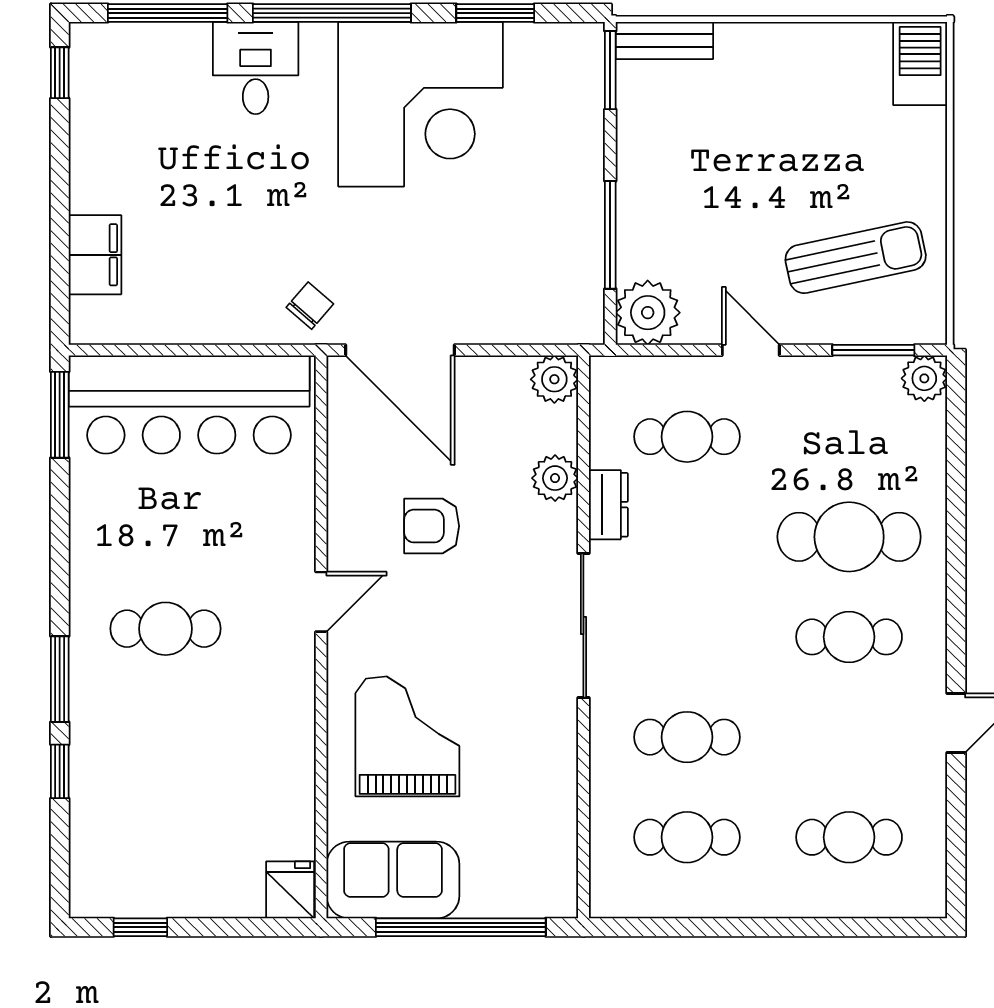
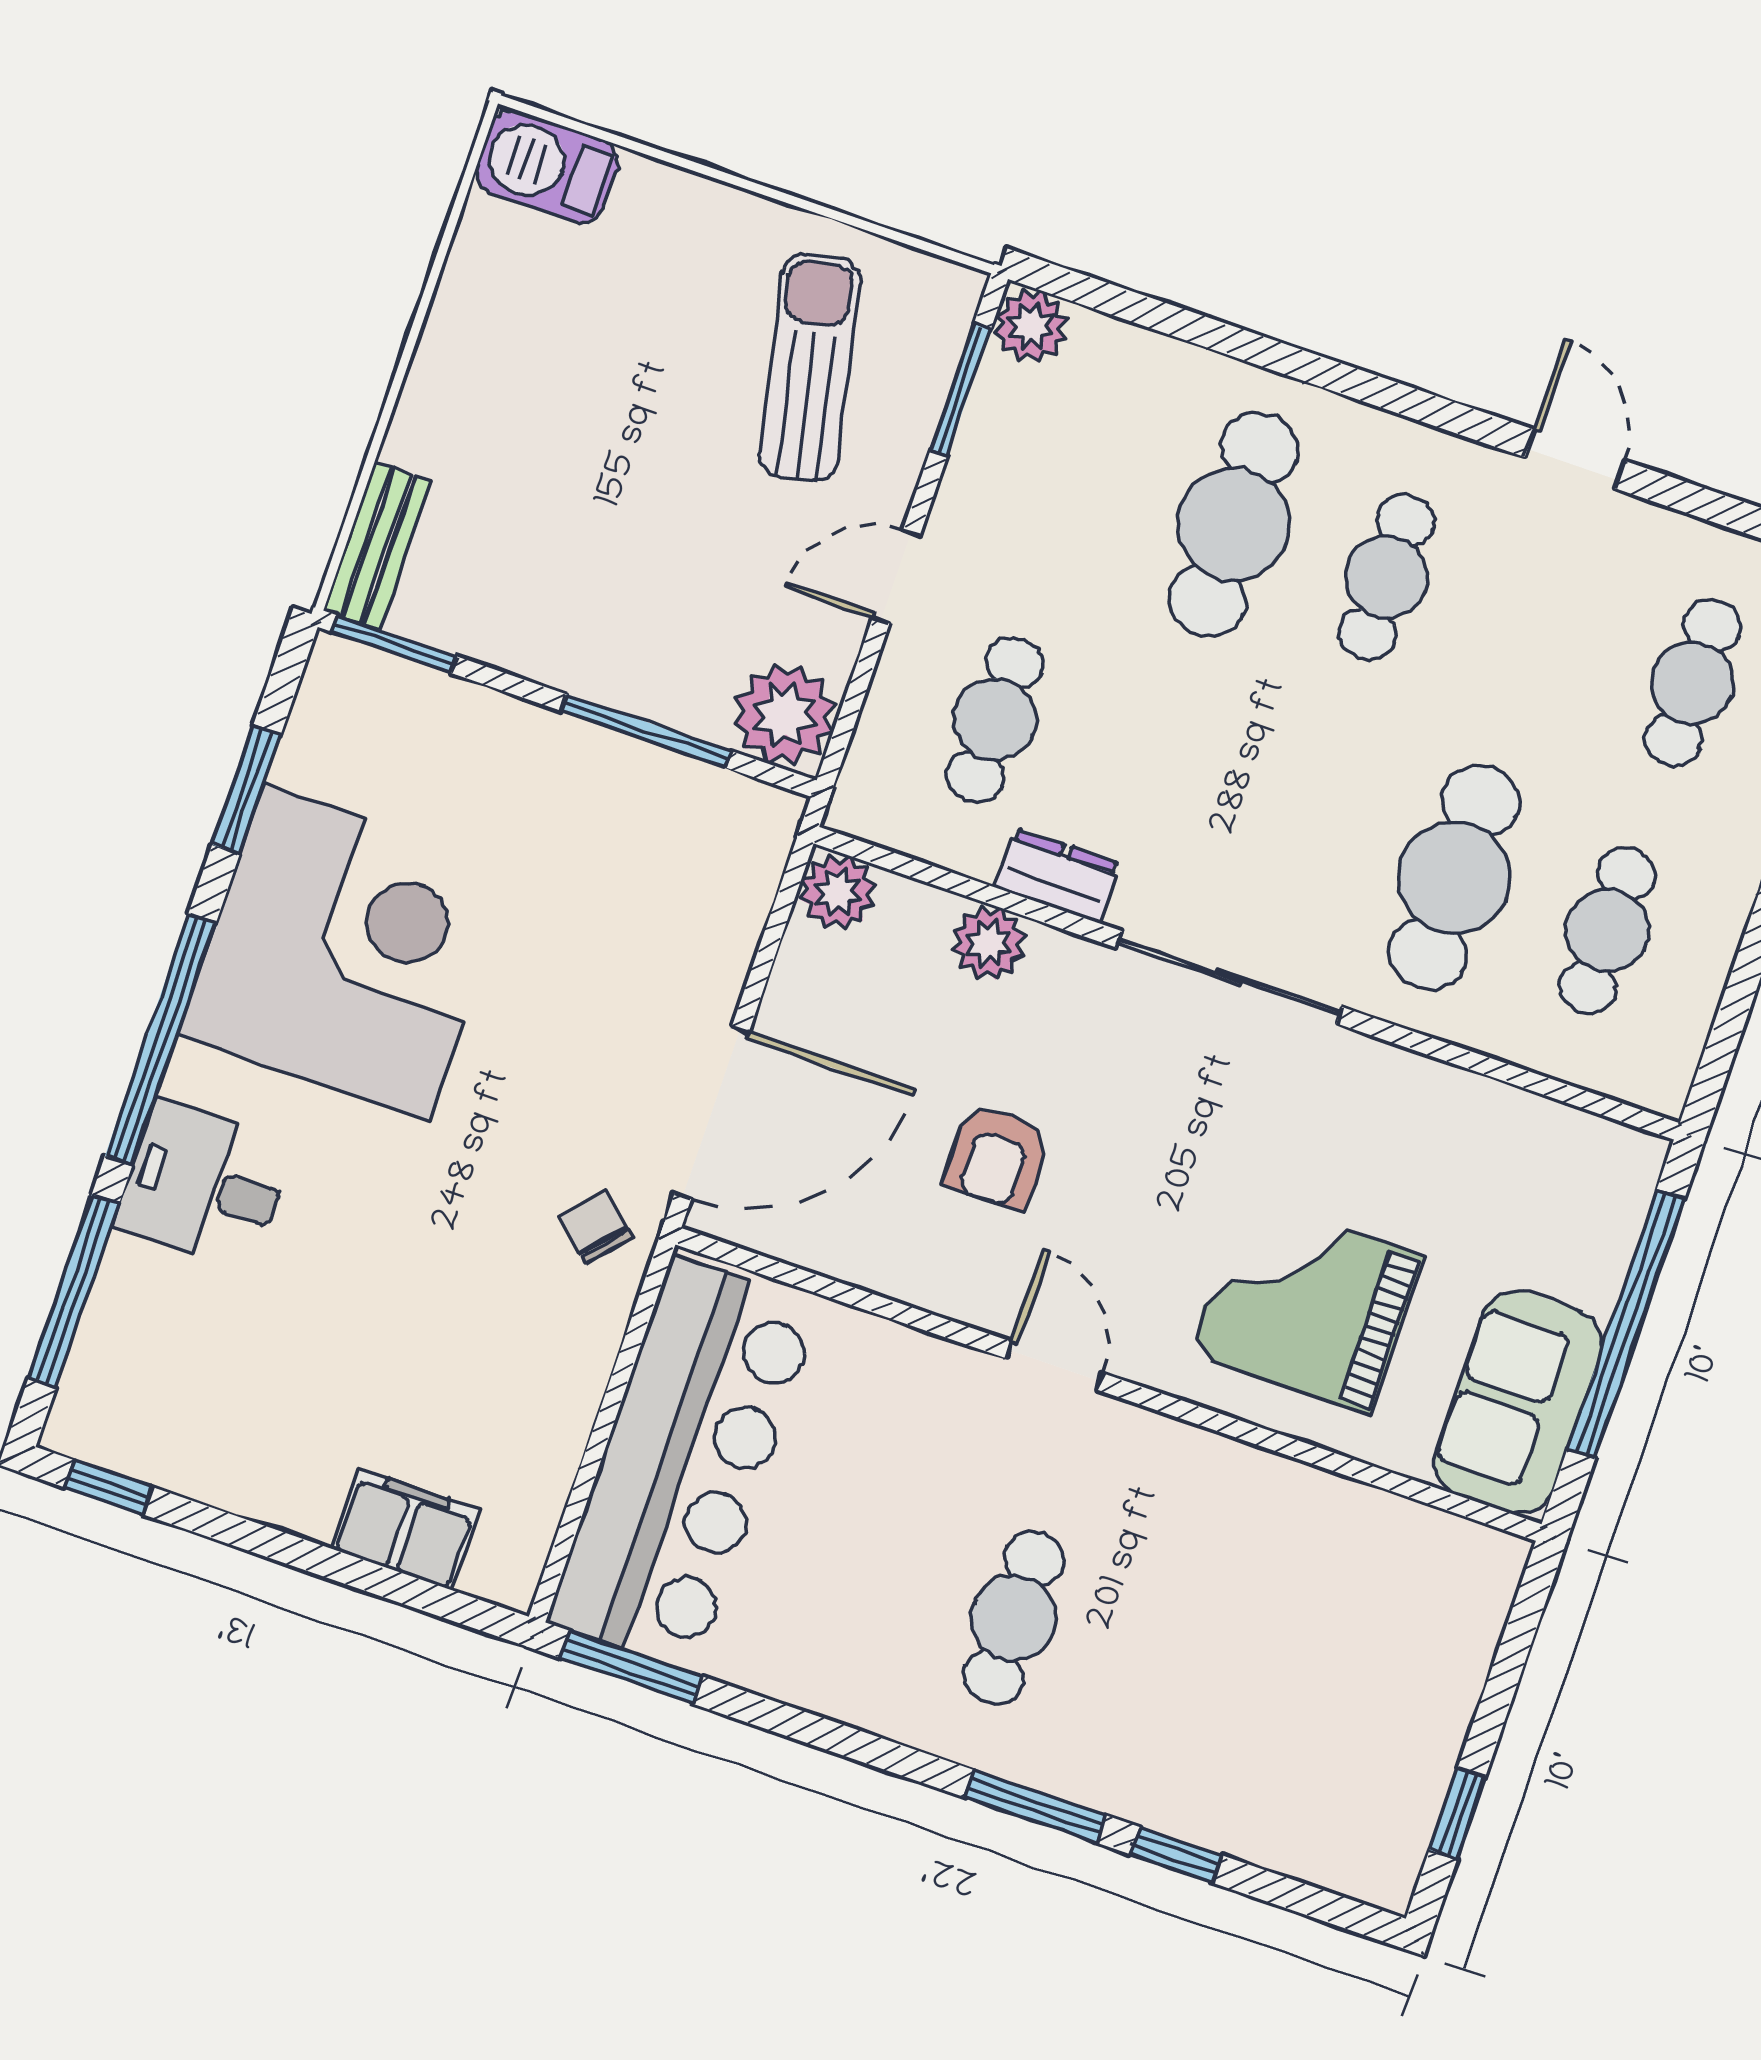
cafe table: (687, 737) -> (1454, 878), width x1.37, depth x1.35
fridge: (290, 890) -> (1479, 1565), removed

